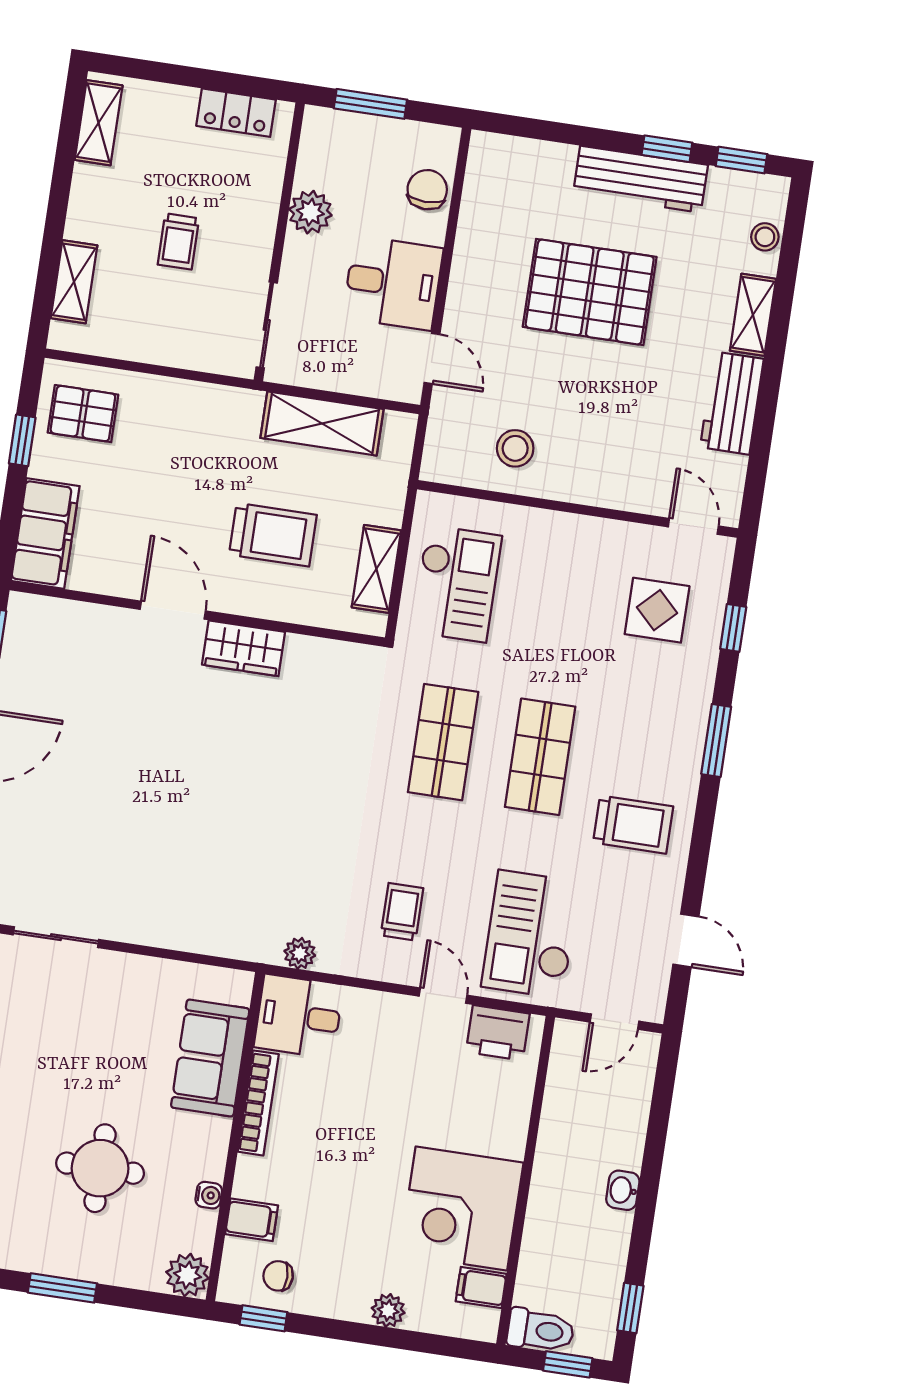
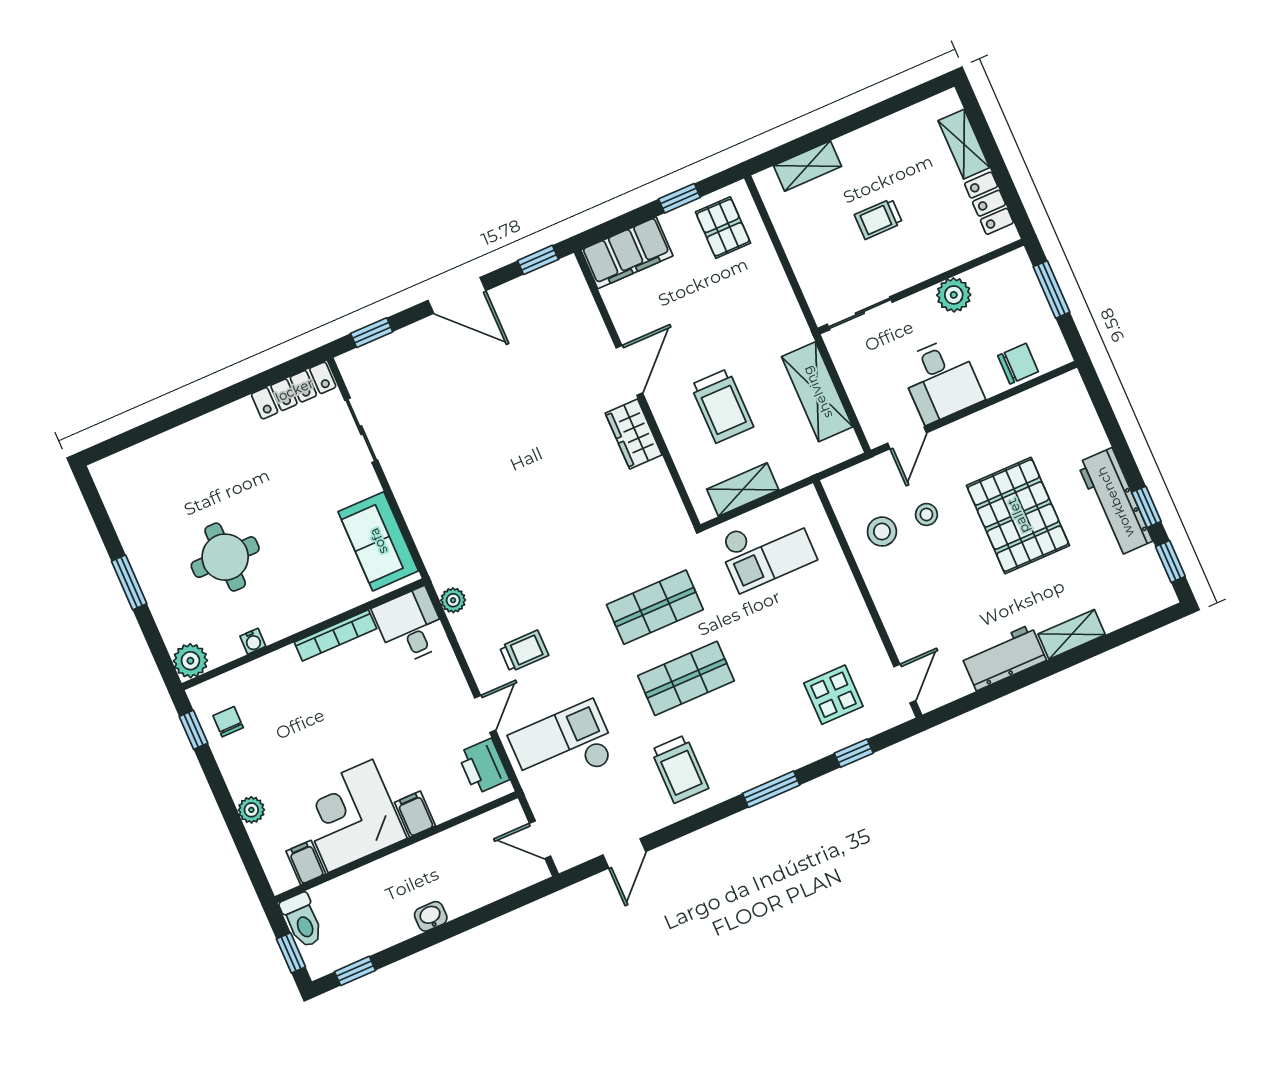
shelving: (99, 123) -> (964, 144), moved, turned 90
stool: (765, 237) -> (926, 514), moved
sofa: (210, 1058) -> (378, 541), moved, turned -90
filing cabinet: (252, 1220) -> (415, 814), moved, turned 180

